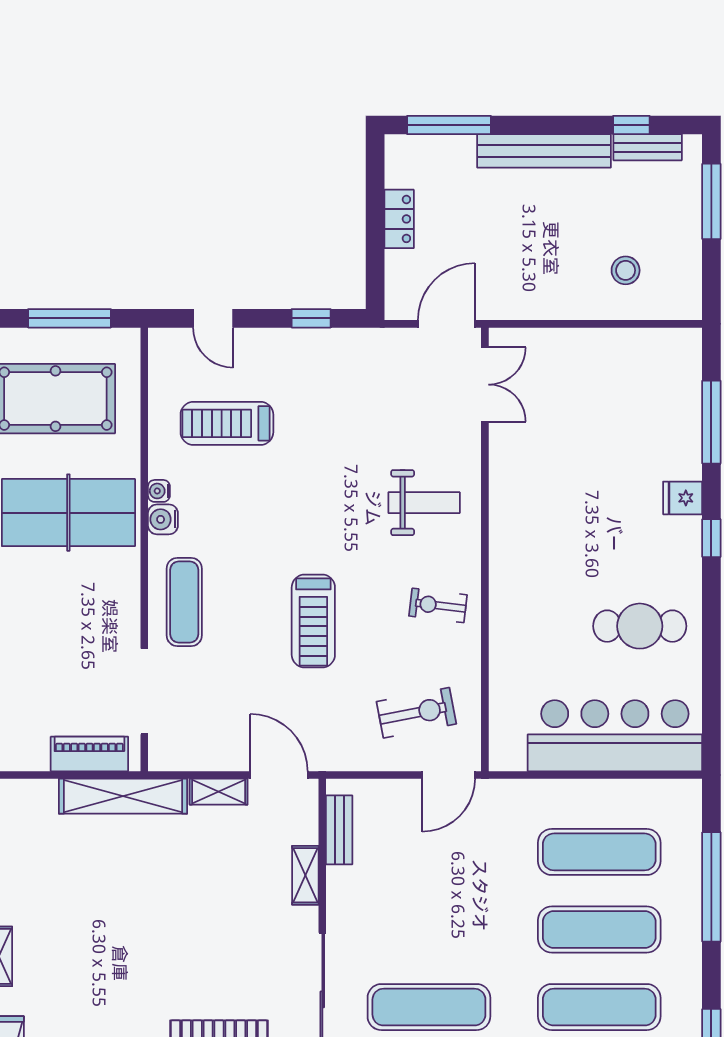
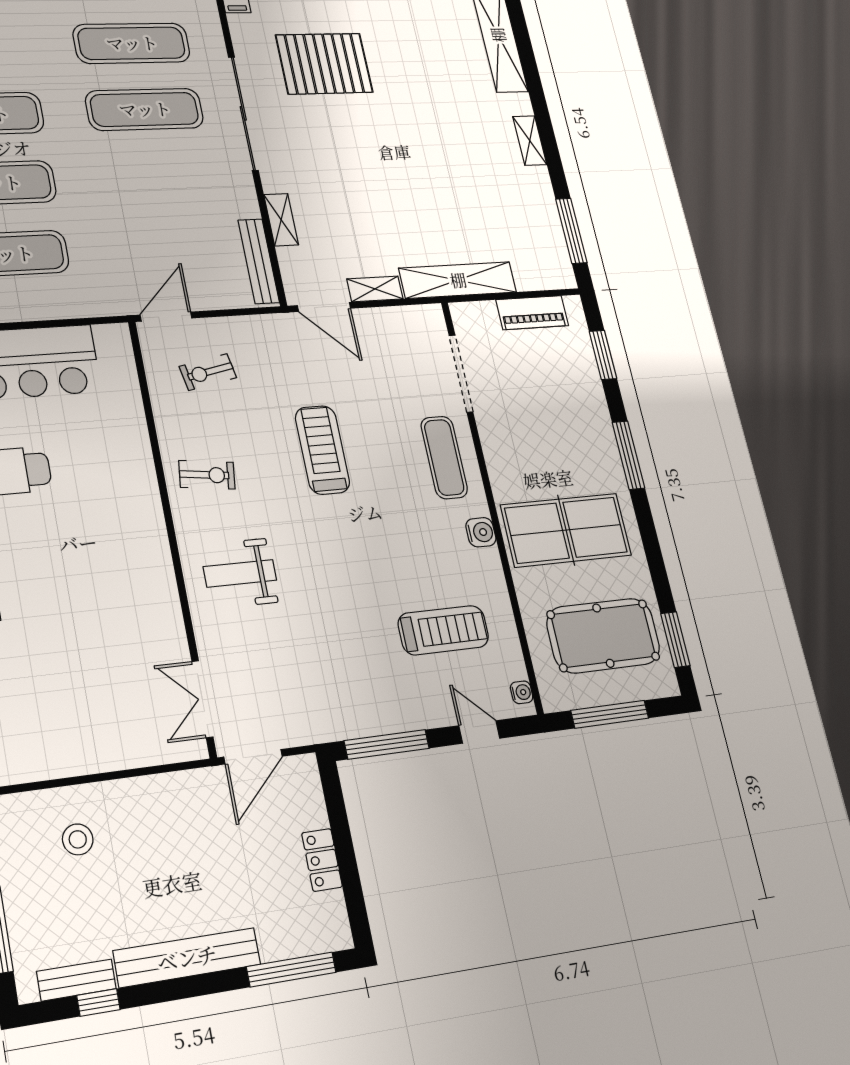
window: (311, 318) -> (387, 744), width x2.17
water cooler: (159, 491) -> (522, 692), moved
exercise bike: (416, 713) -> (208, 372), width x0.73, depth x0.72
piano: (89, 754) -> (532, 313), moved
bench: (339, 830) -> (259, 261), width x1.36

